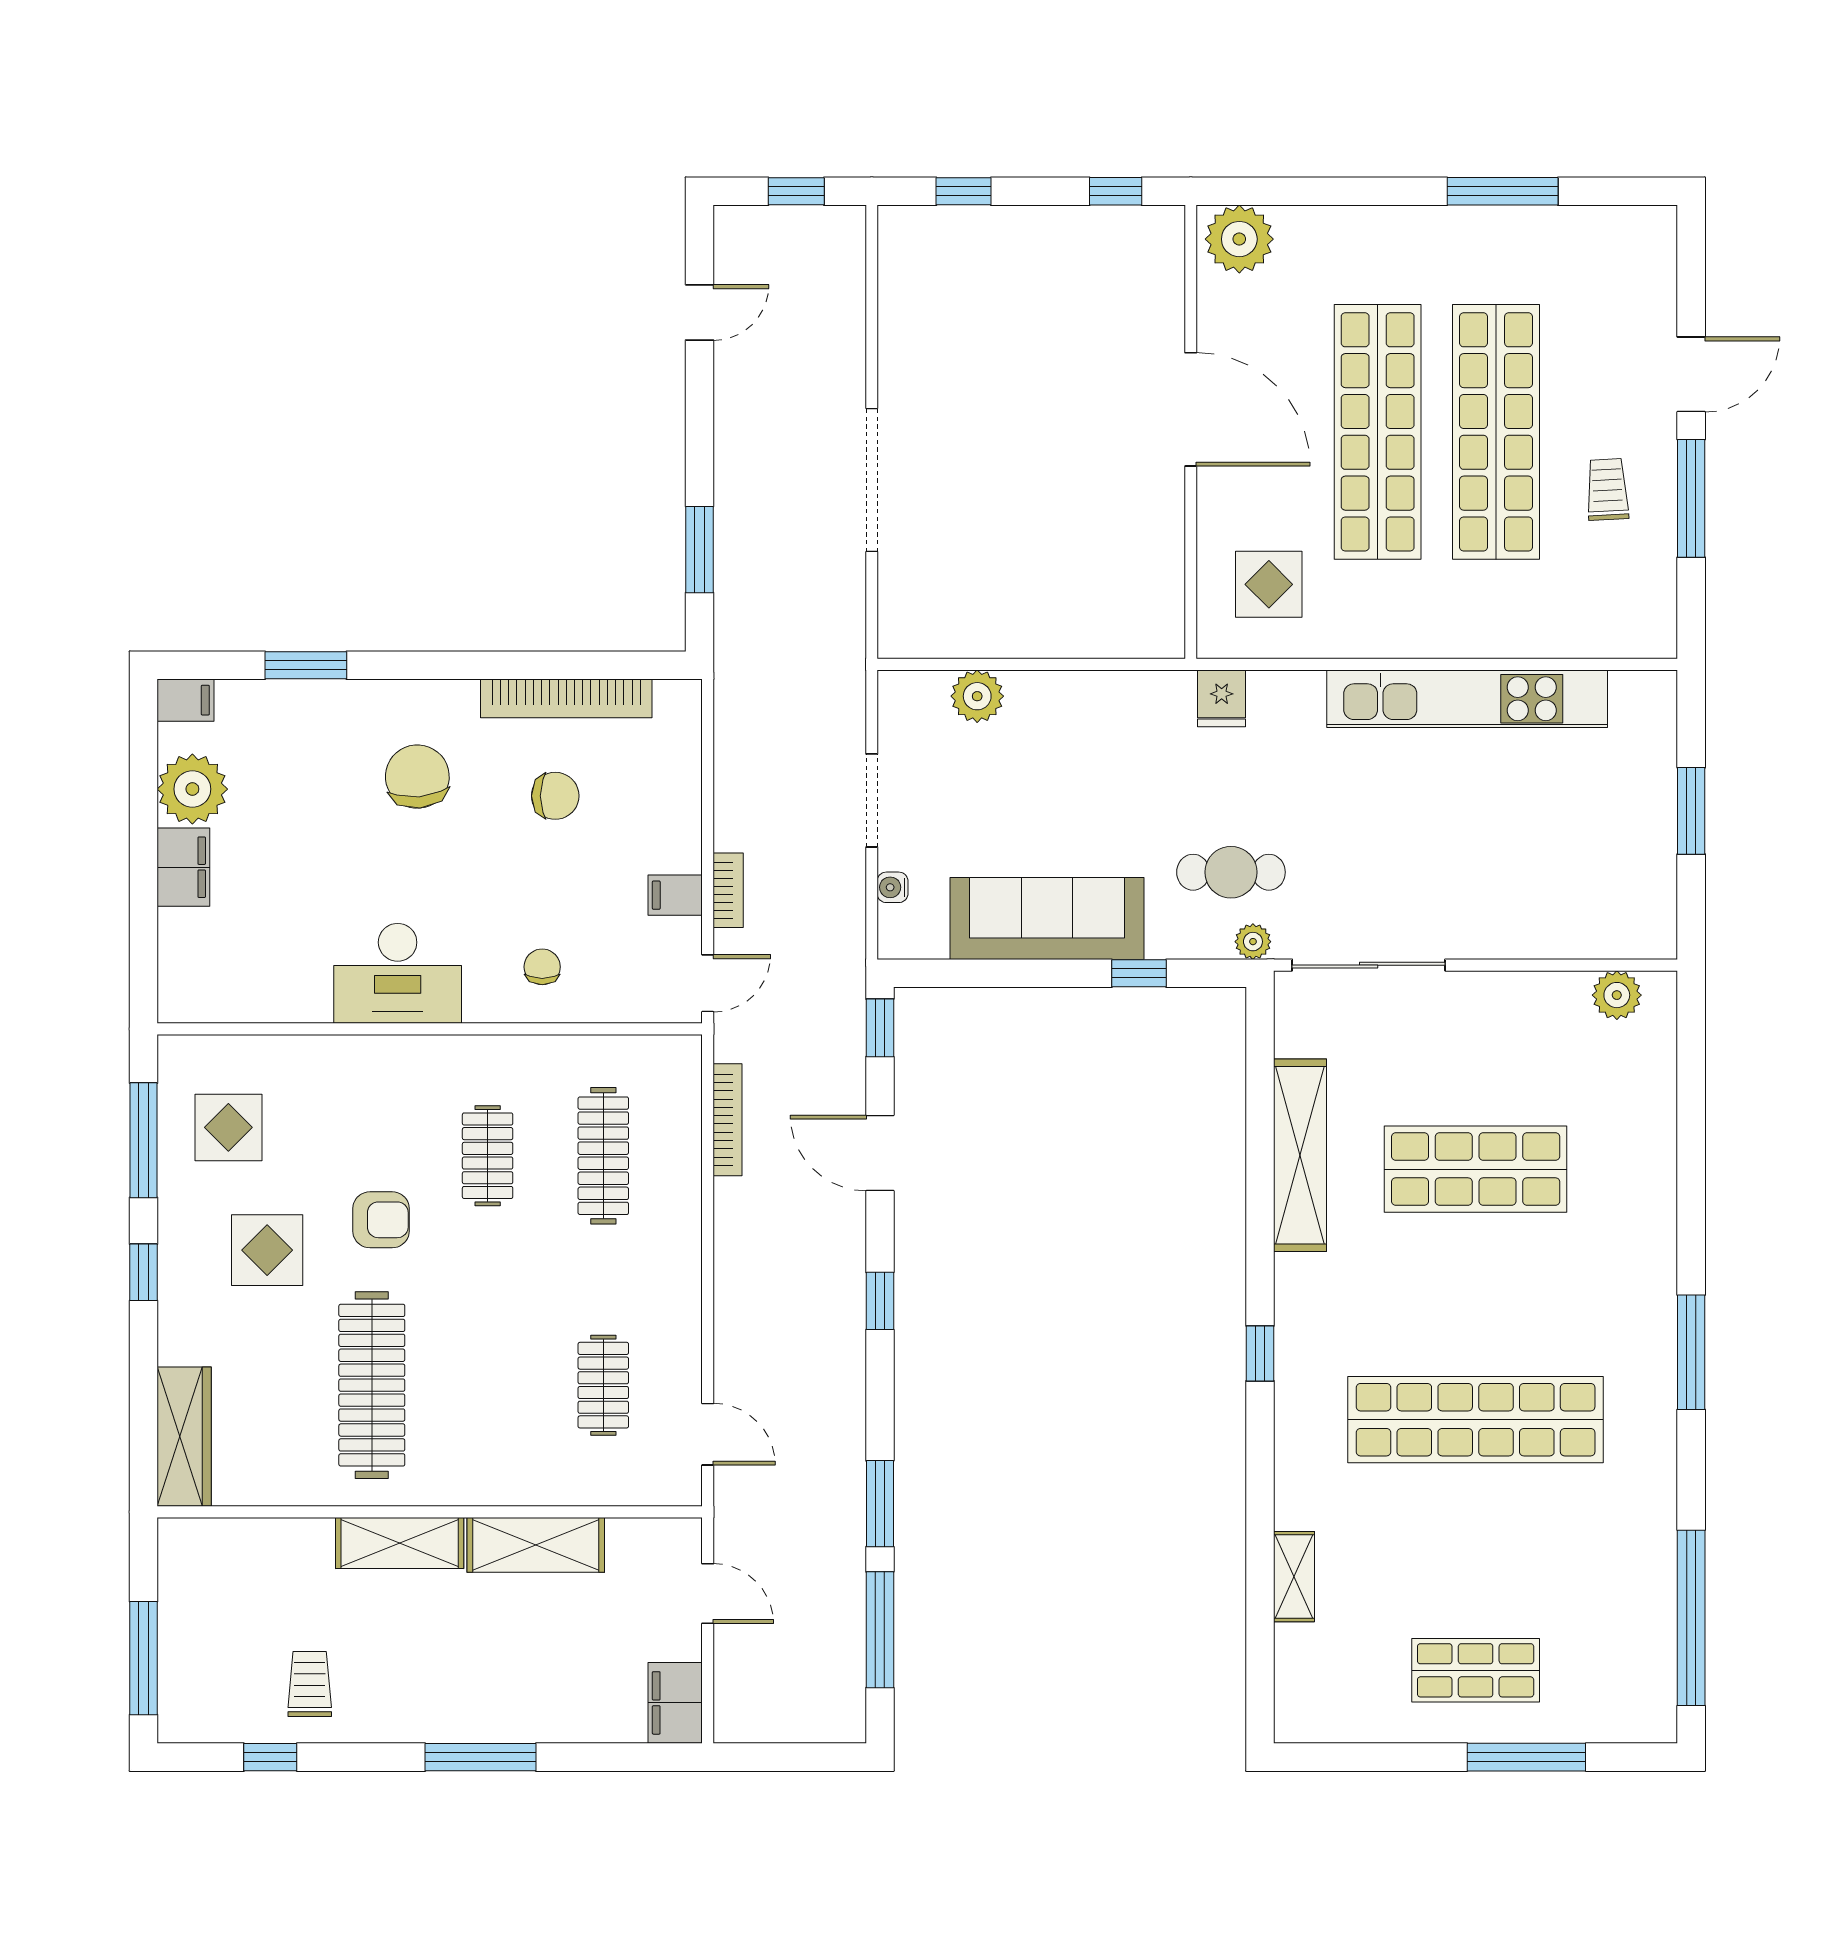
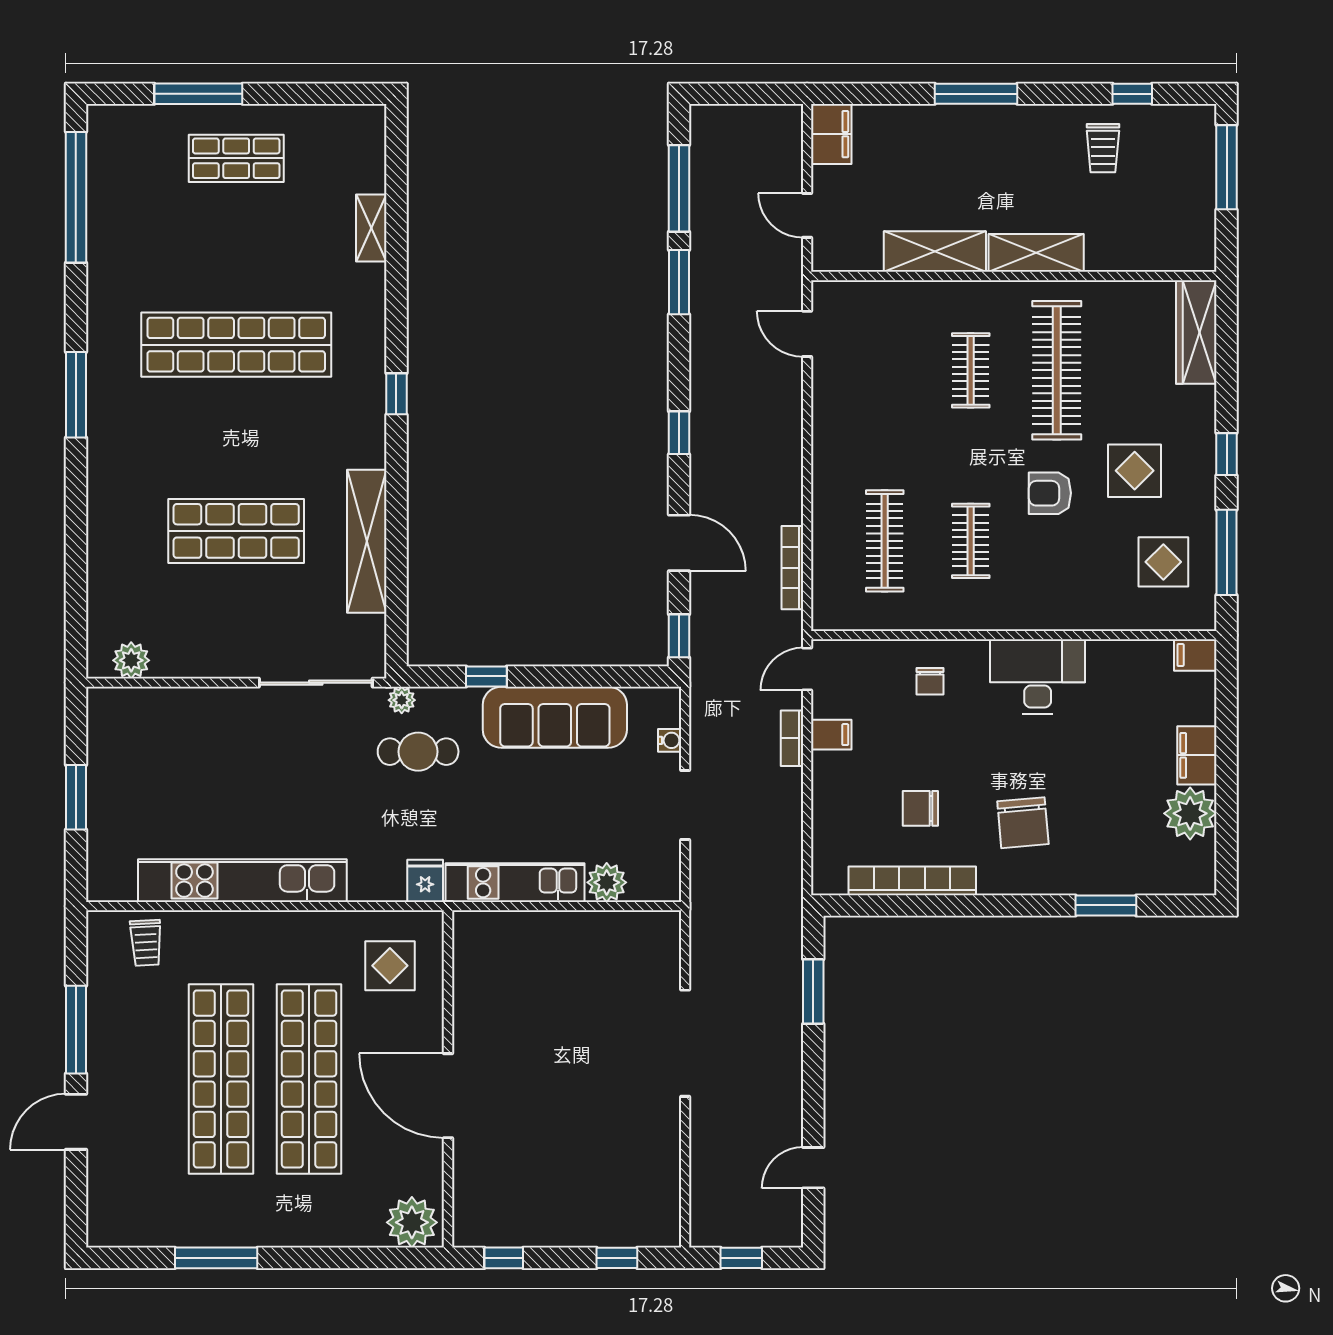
trolley: (1607, 489) -> (146, 943), moved
kitchen unit: (1101, 696) -> (515, 883), added
filing cabinet: (185, 700) -> (1195, 655), moved
clothes rail: (603, 1385) -> (971, 370), moved

